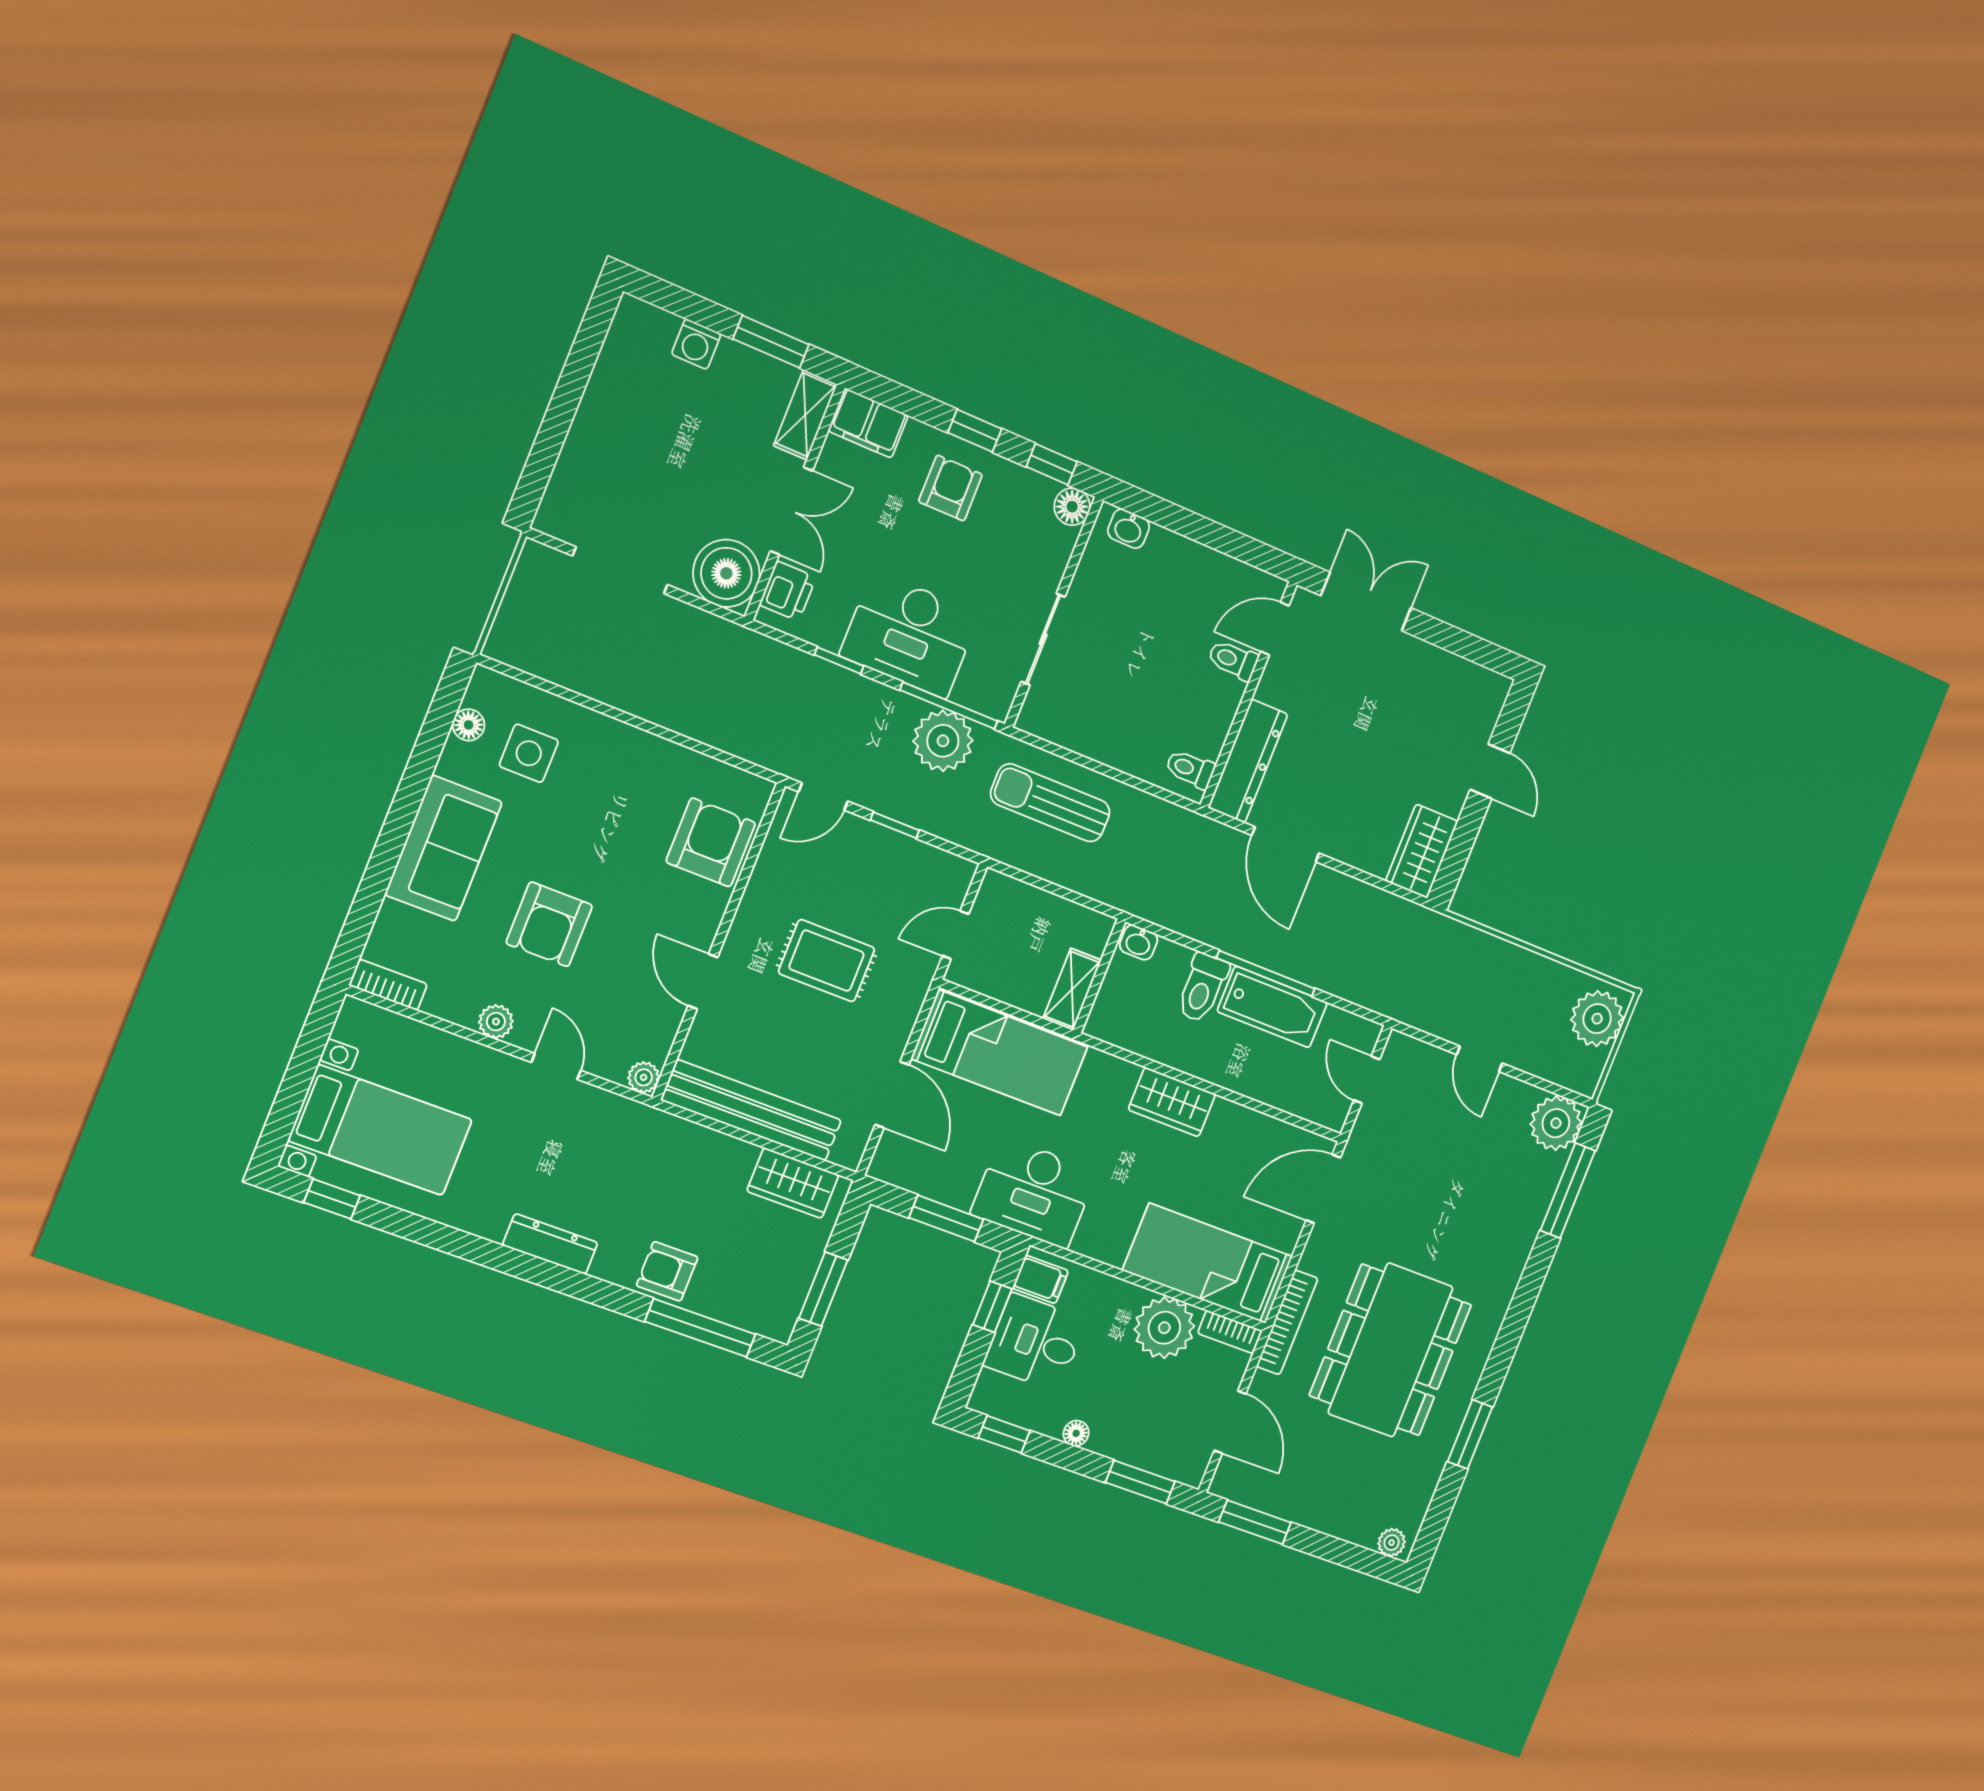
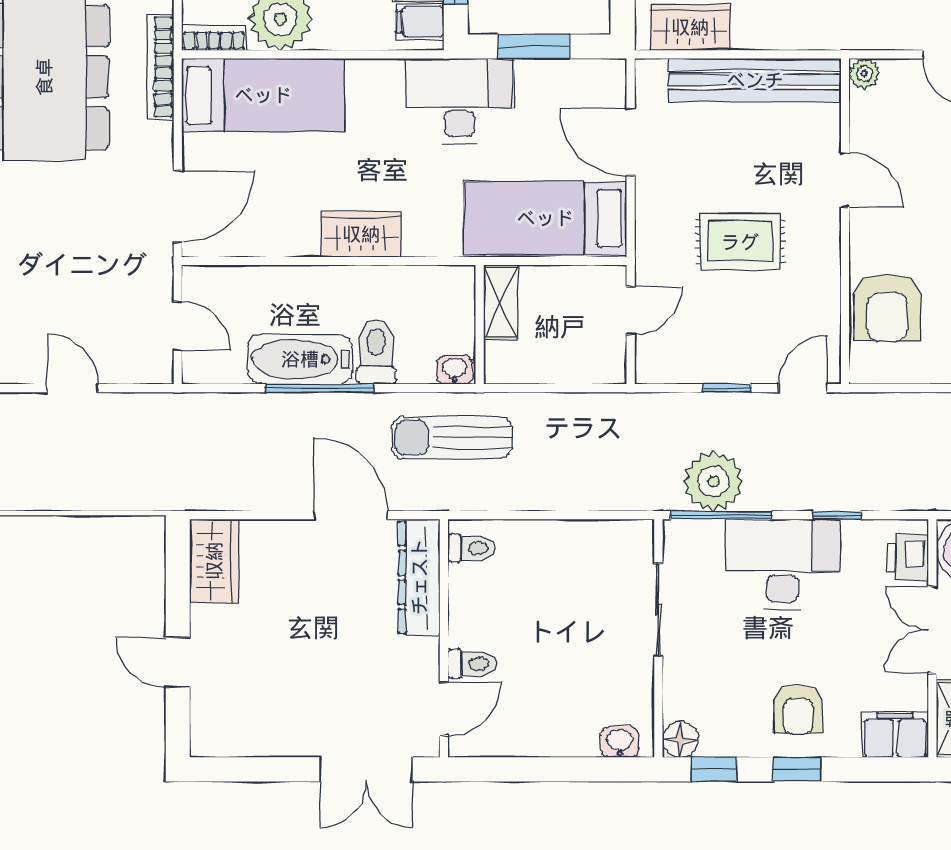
sun lounger: (1050, 803) -> (452, 438), moved, turned 180

